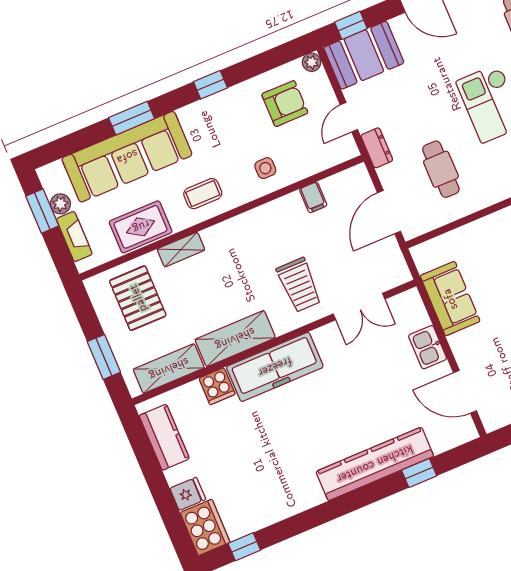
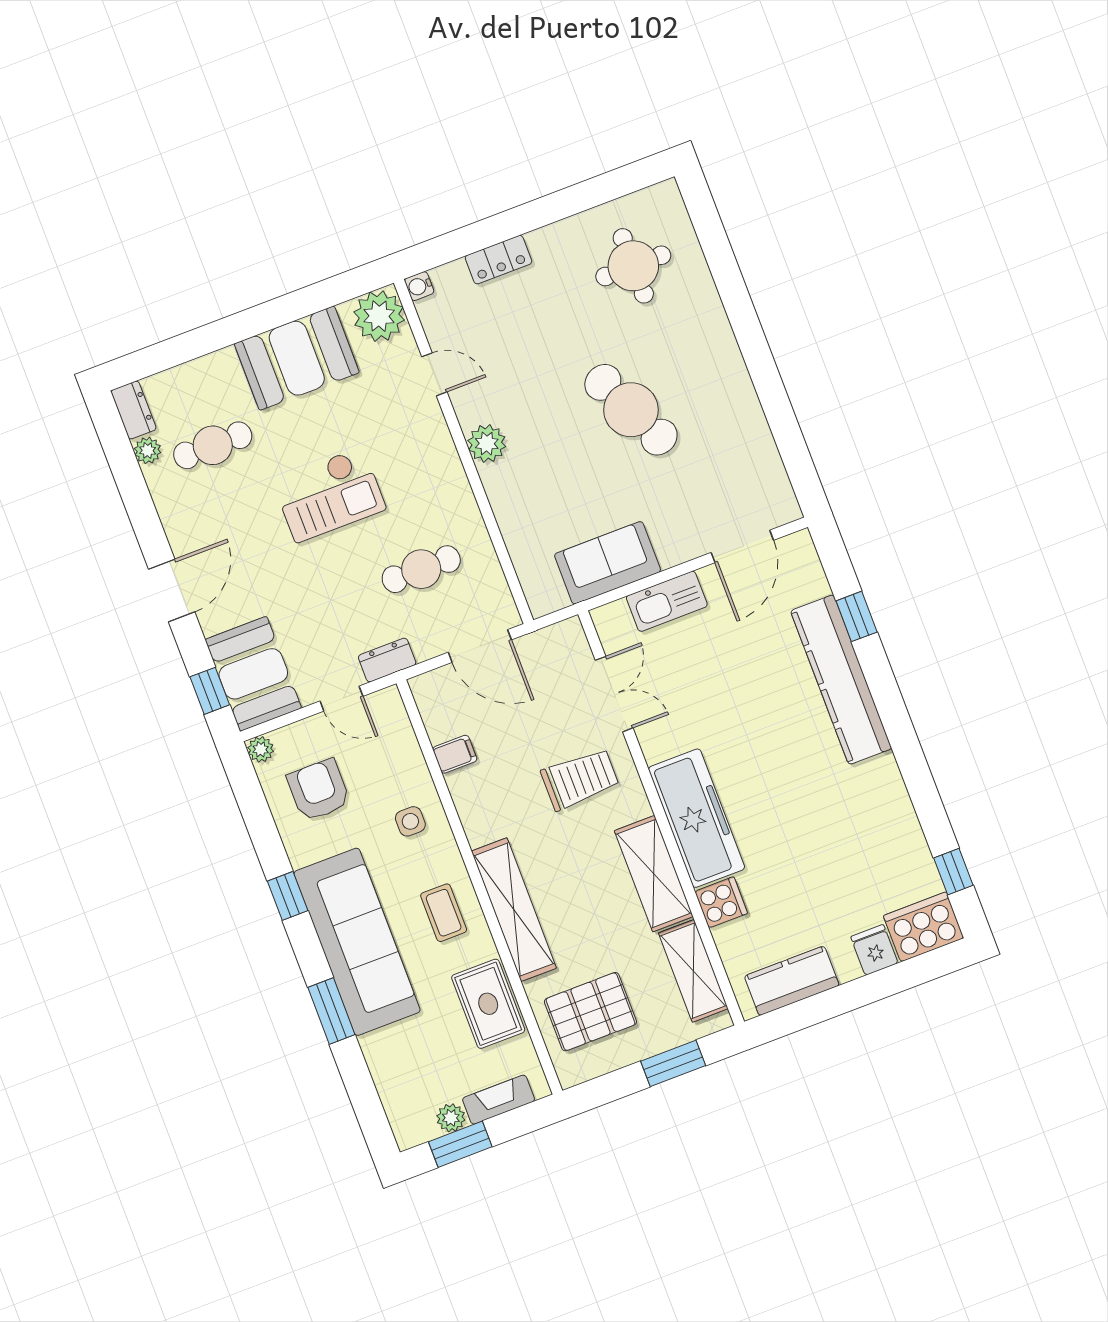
sofa: (127, 157) -> (357, 942), moved
shelving: (181, 250) -> (514, 910), width x2.20, depth x1.33
kitchen sink: (428, 347) -> (667, 601), width x1.38

